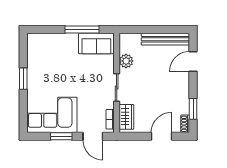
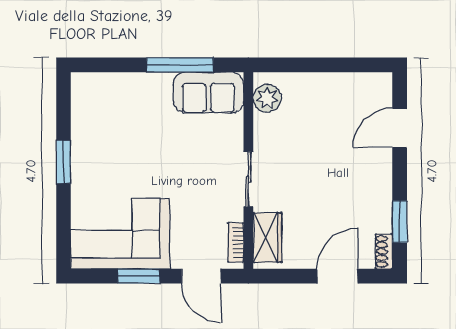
bench: (165, 39) -> (345, 84), removed
plant: (126, 61) -> (267, 98), moved

